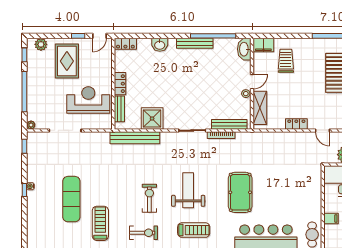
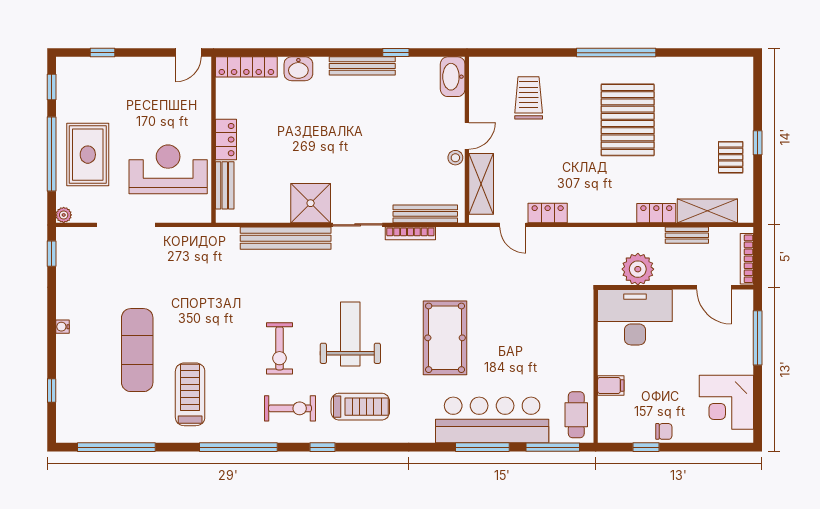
window: (78, 36) -> (102, 53), moved
window: (213, 36) -> (396, 53), width x0.32
plant: (41, 44) -> (82, 68), removed
locker: (125, 44) -> (246, 67), width x1.53
filing cabinet: (263, 45) -> (487, 69), removed
rug: (67, 61) -> (88, 155), moved
shower: (152, 119) -> (311, 203), moved
door: (323, 130) -> (513, 225), moved
bench: (135, 138) -> (286, 238), moved
window: (24, 190) -> (52, 391), moved
exercise bike: (149, 198) -> (280, 348), turned 180
exercise bike: (144, 233) -> (290, 408), moved

